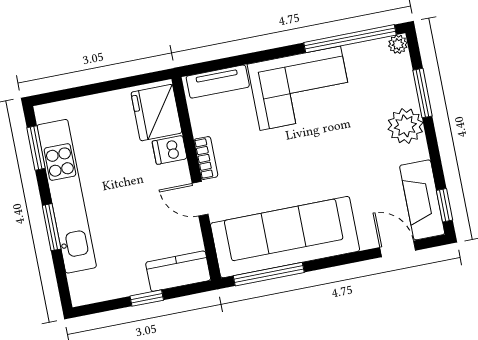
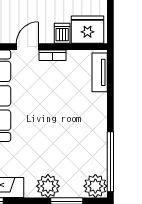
plant: (398, 44) -> (95, 186), width x1.88, depth x1.88
corner sofa: (300, 88) -> (85, 124), removed

